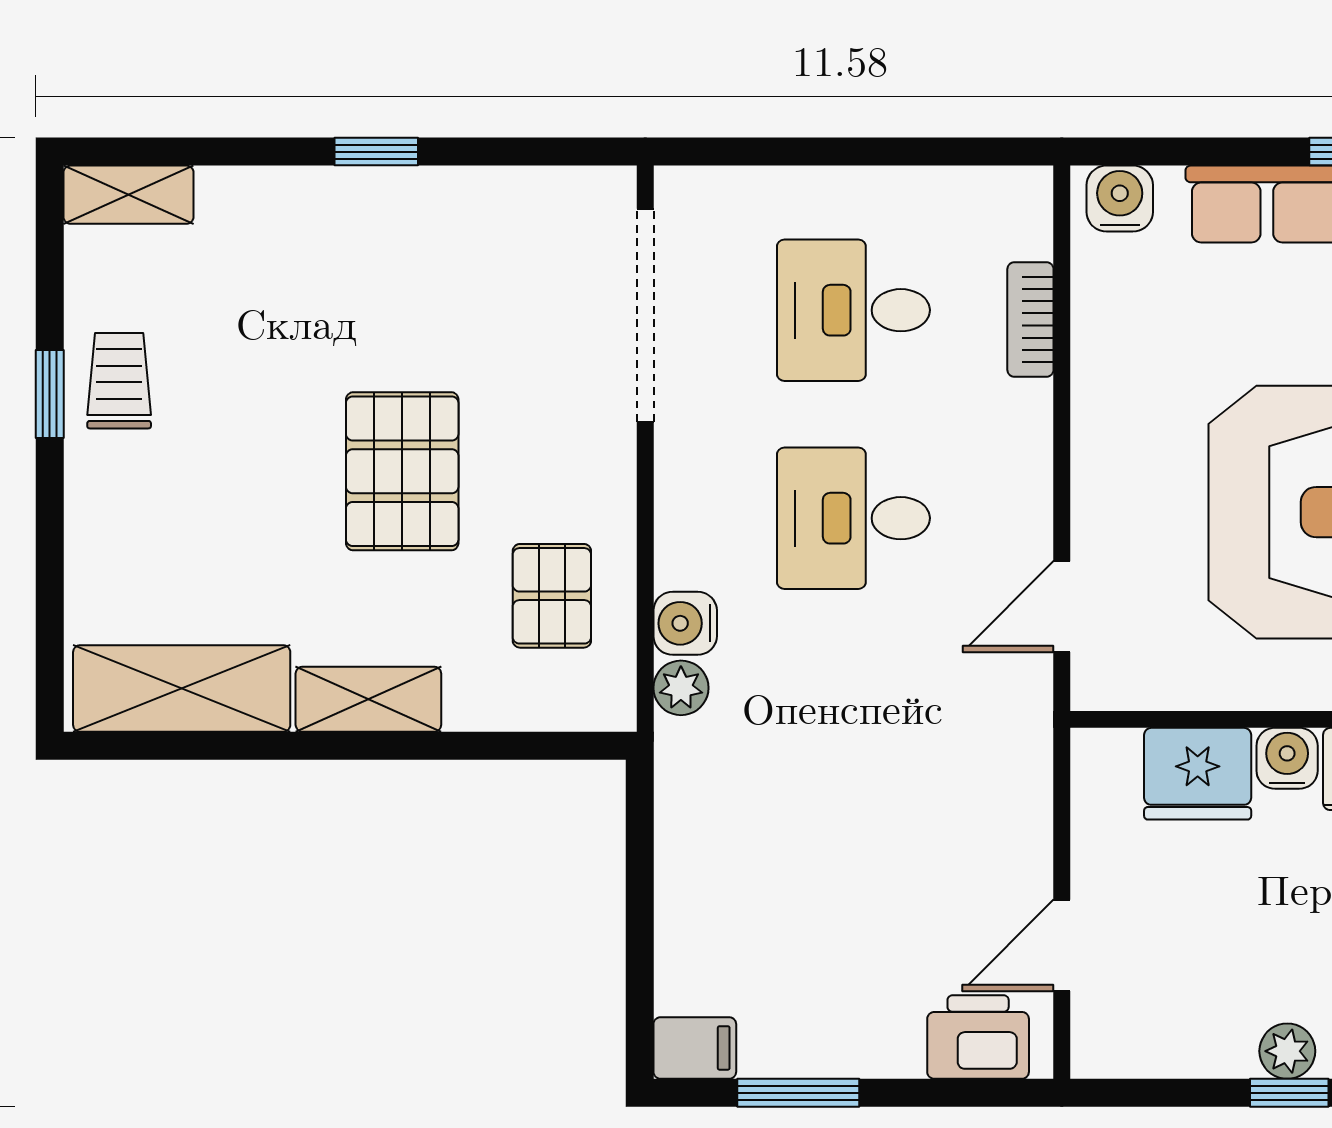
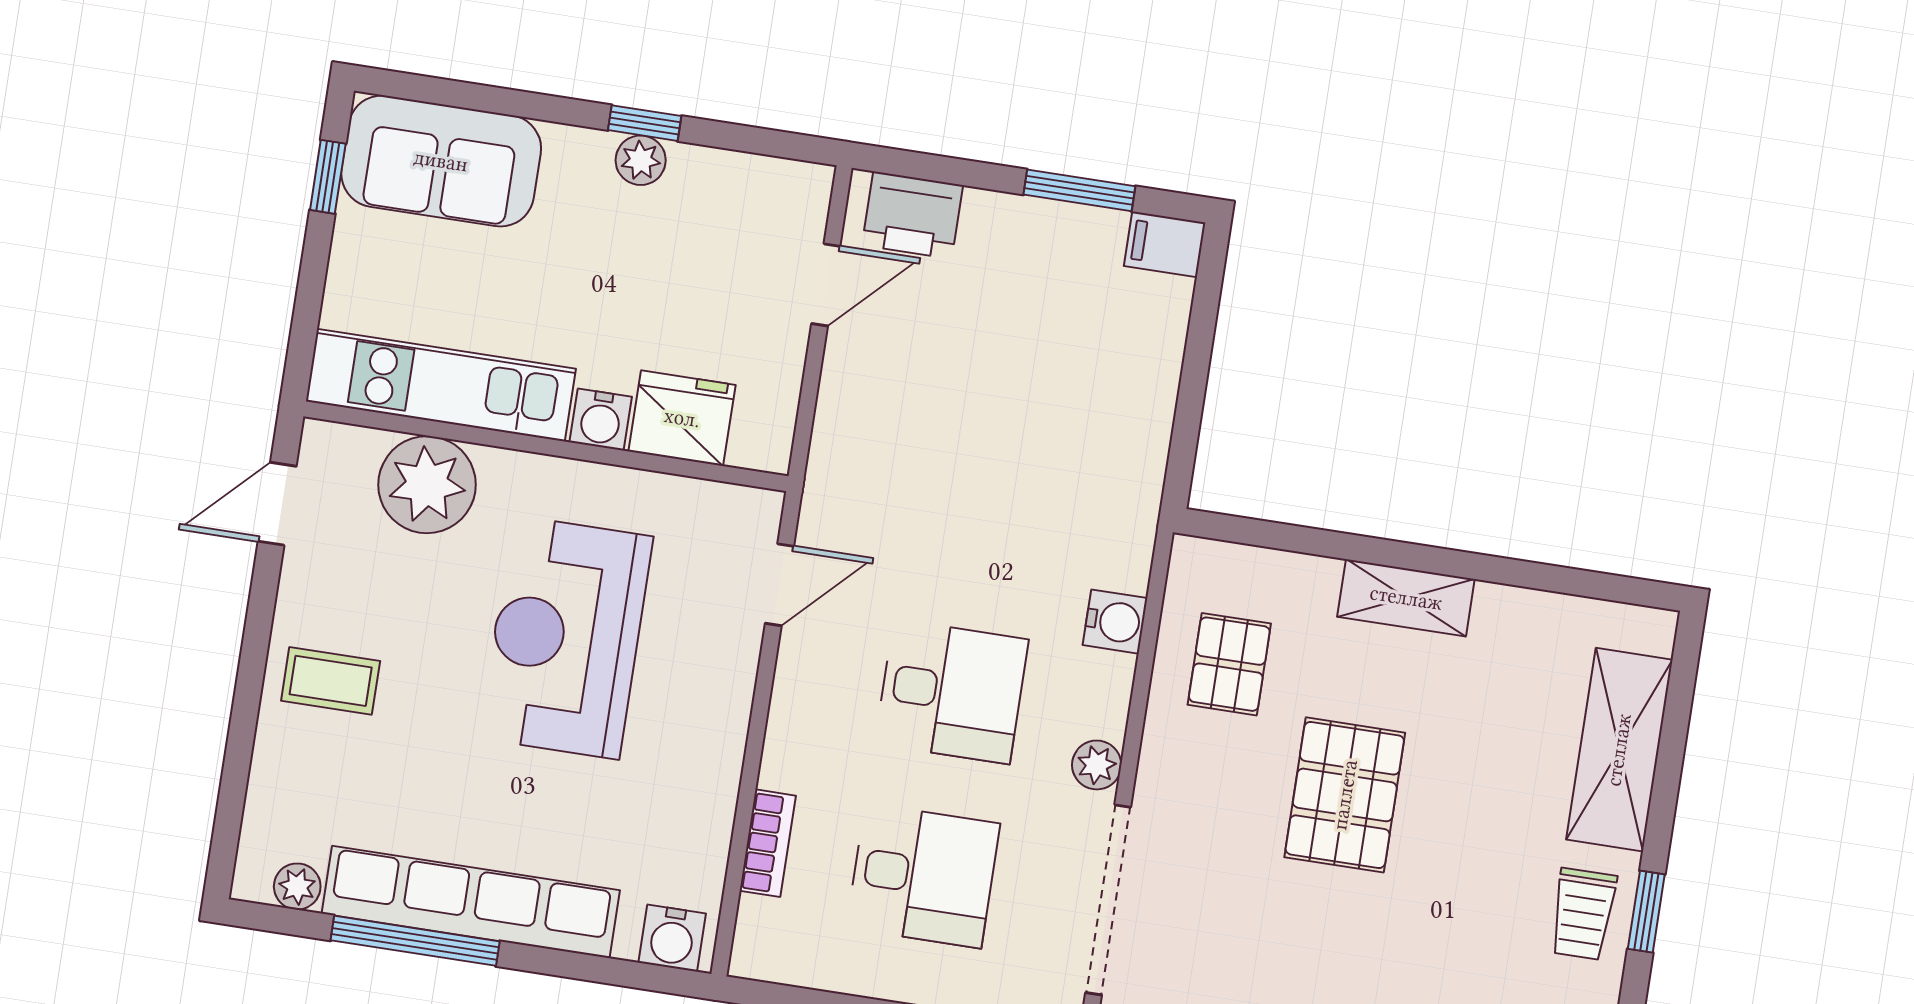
shelving: (182, 688) -> (1619, 750), moved, turned 90
plant: (681, 688) -> (1097, 765), moved

